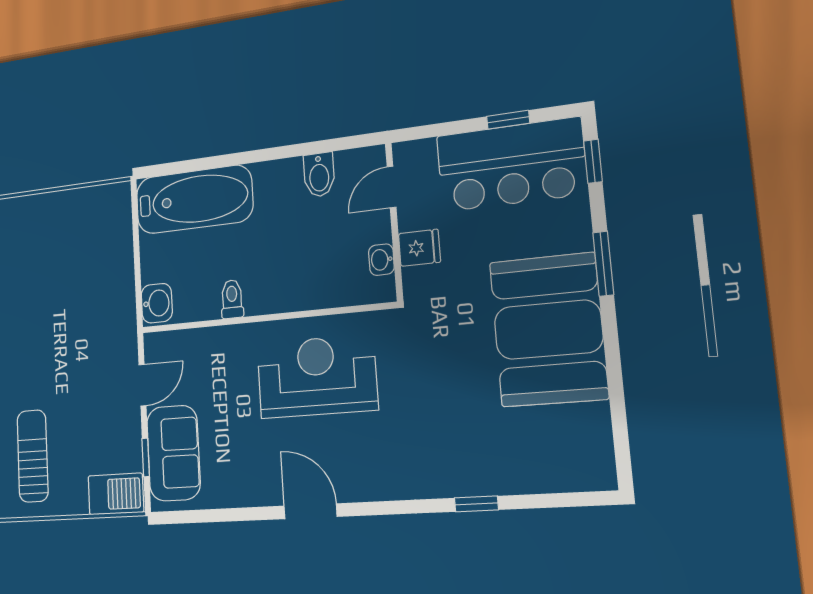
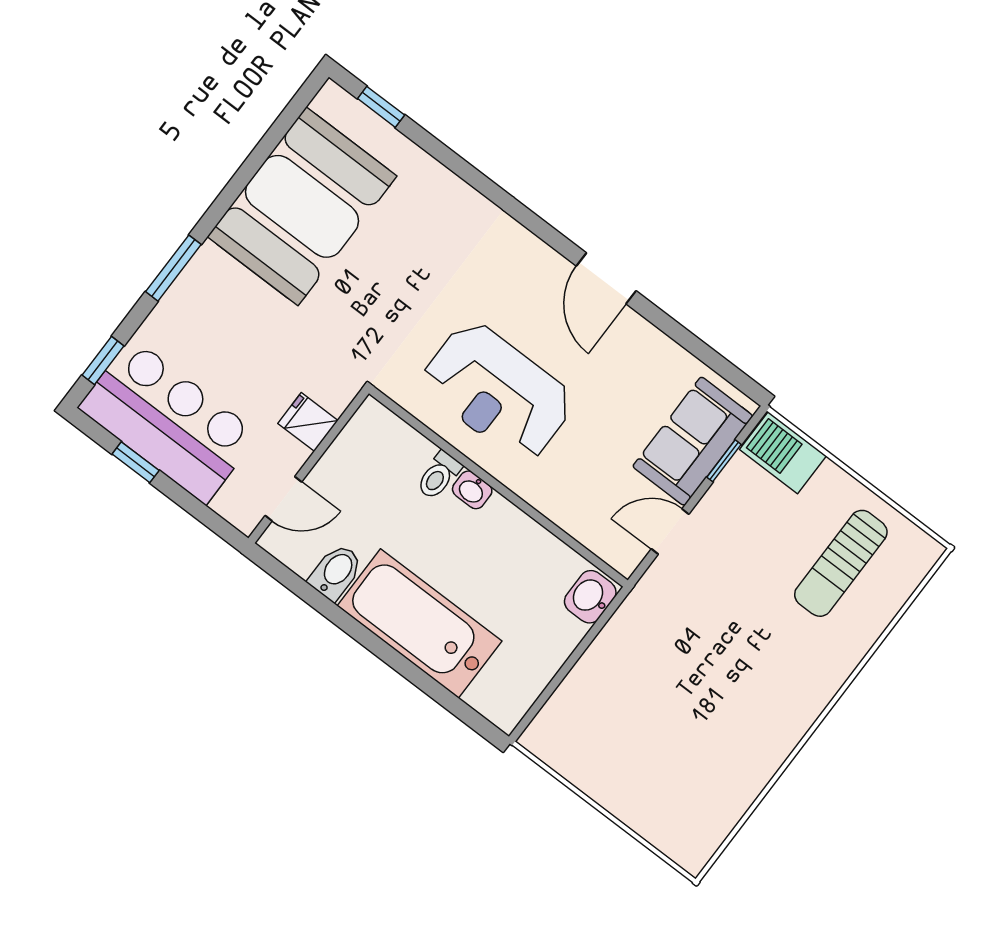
bathtub: (194, 199) -> (419, 624), moved
washbasin: (381, 260) -> (472, 490), moved, turned 90
toilet: (232, 299) -> (439, 475), moved
booth: (548, 330) -> (302, 206), moved
window: (476, 504) -> (381, 107), moved

